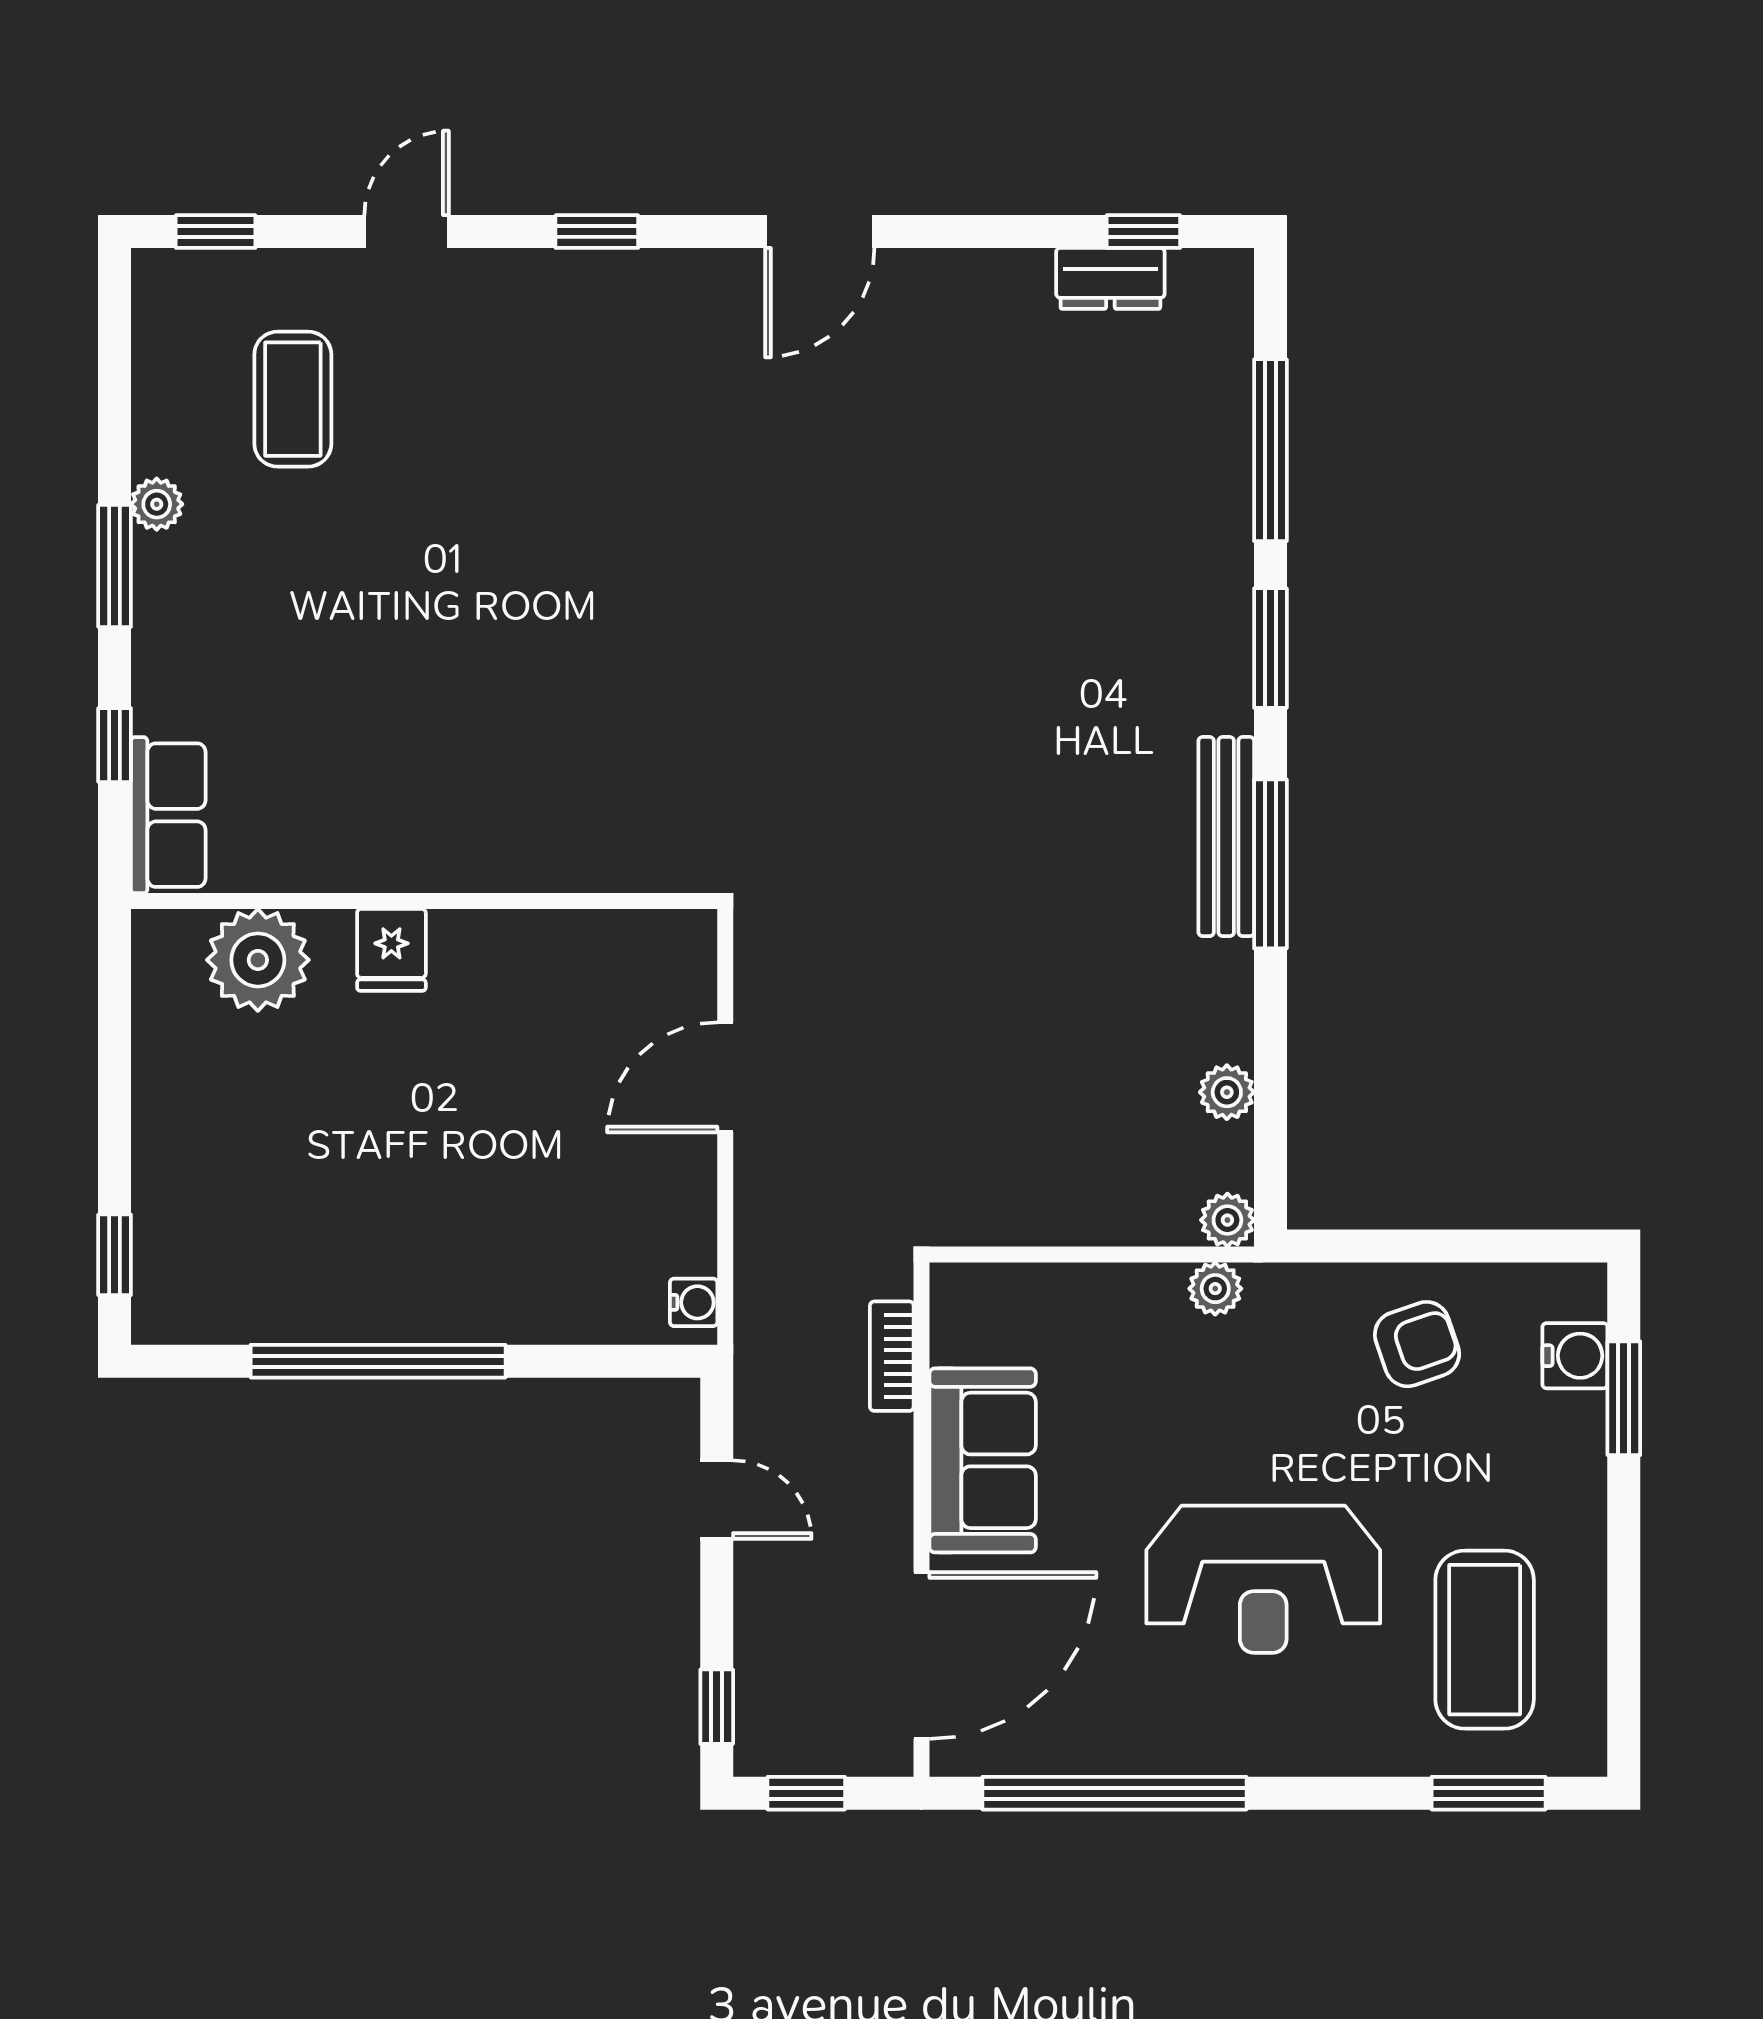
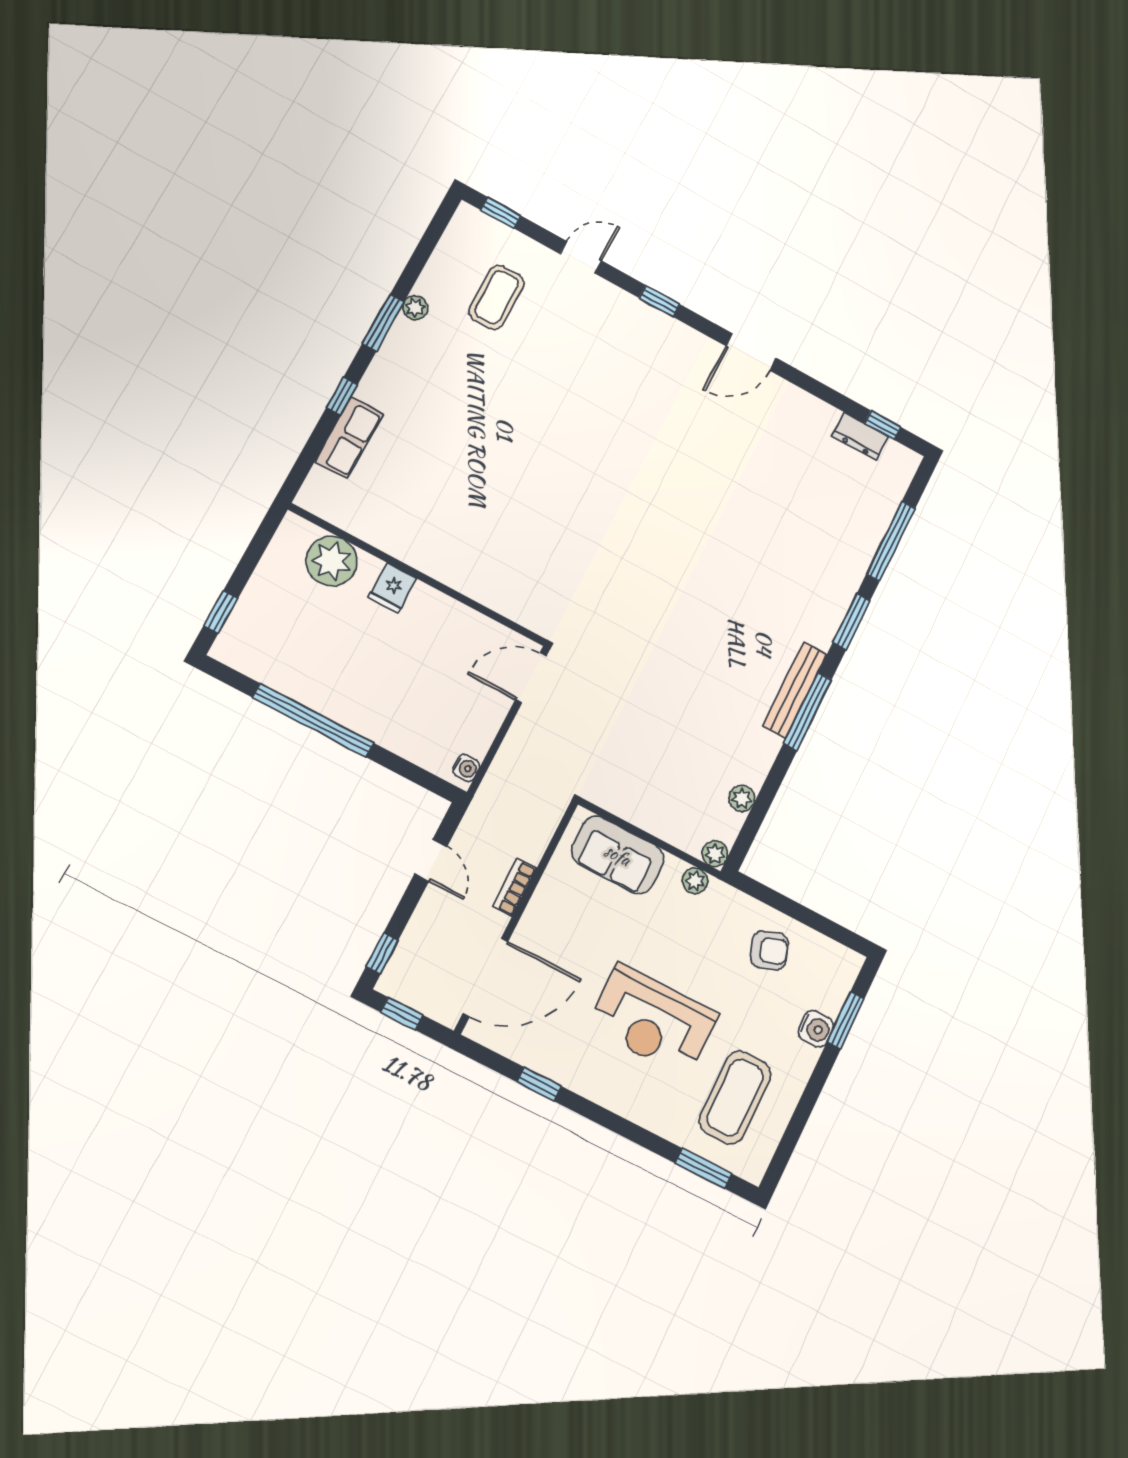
wall: (424, 901) -> (418, 575), moved
fridge: (391, 950) -> (393, 588), moved
plant: (258, 960) -> (332, 561), moved
bookcase: (892, 1356) -> (515, 887), moved
water cooler: (1575, 1356) -> (816, 1029), moved
sofa: (983, 1460) -> (618, 855), moved, turned 90
window: (1114, 1793) -> (539, 1084), width x0.32

